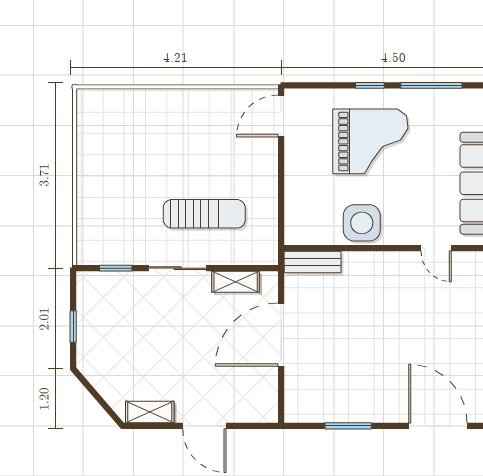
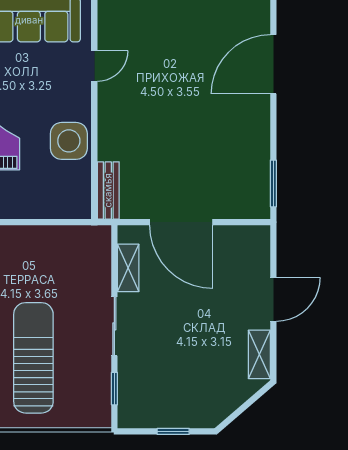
sun lounger: (204, 214) -> (33, 358), moved, width x1.36, depth x1.34
window: (348, 426) -> (273, 183), moved

